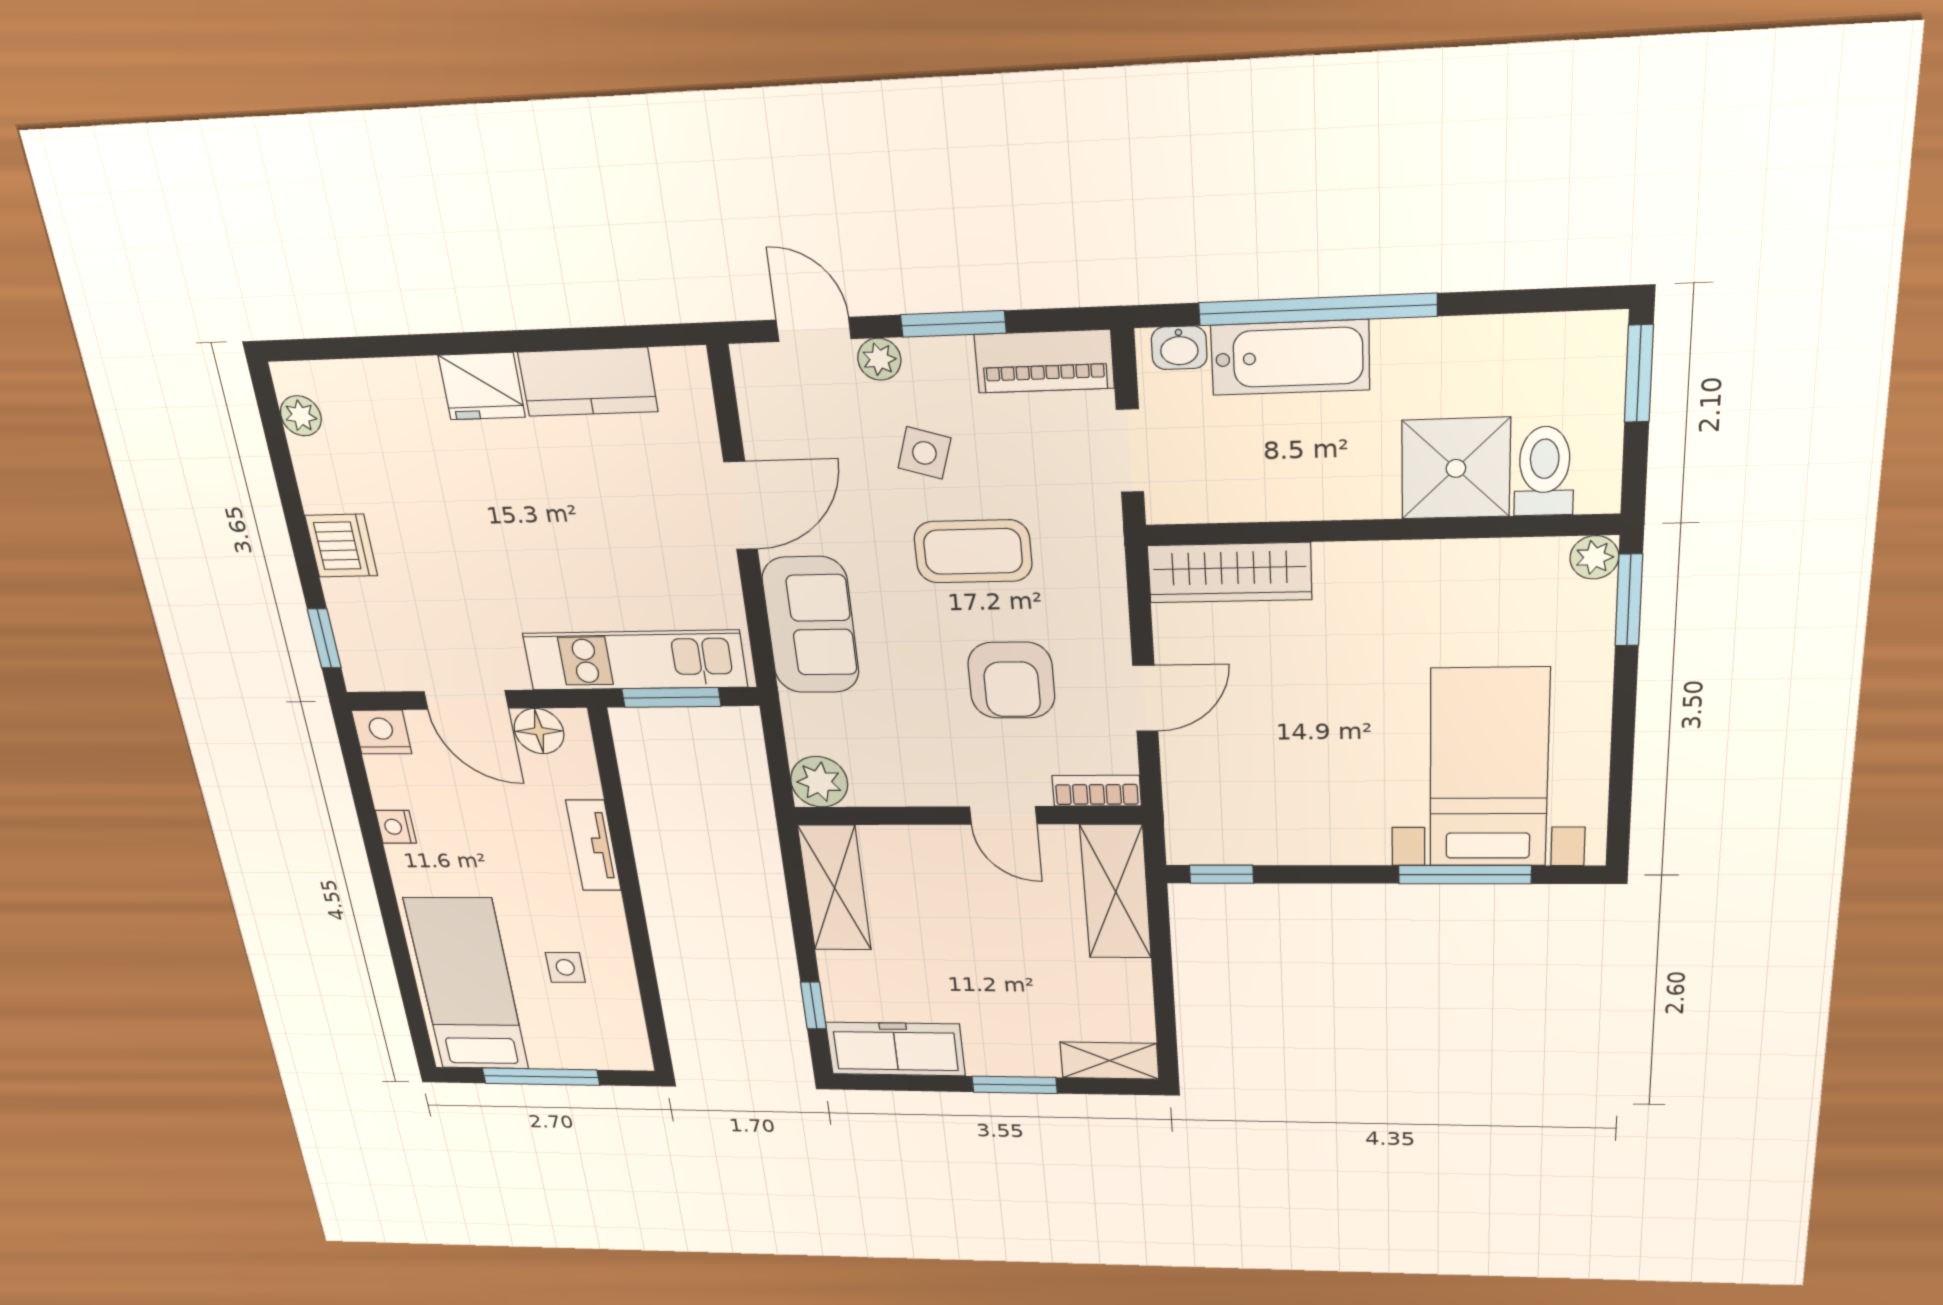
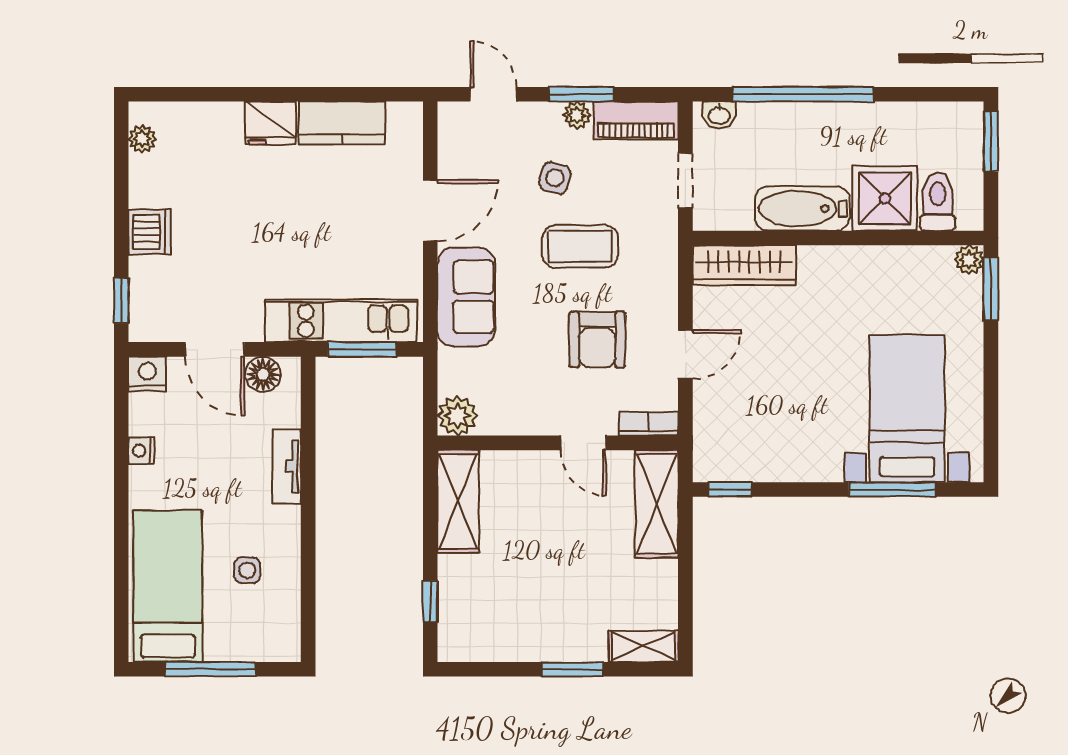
bathtub: (1290, 358) -> (802, 209), moved, turned 180
plant: (879, 359) -> (577, 115), moved
freezer: (895, 1049) -> (487, 639), removed

